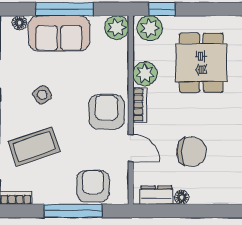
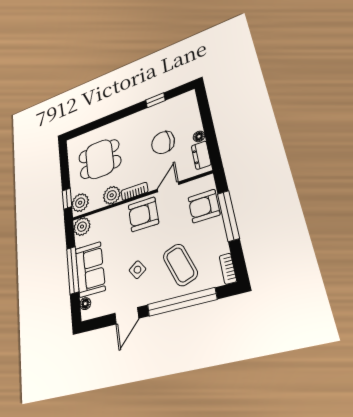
chair: (191, 152) -> (163, 143), turned -90

